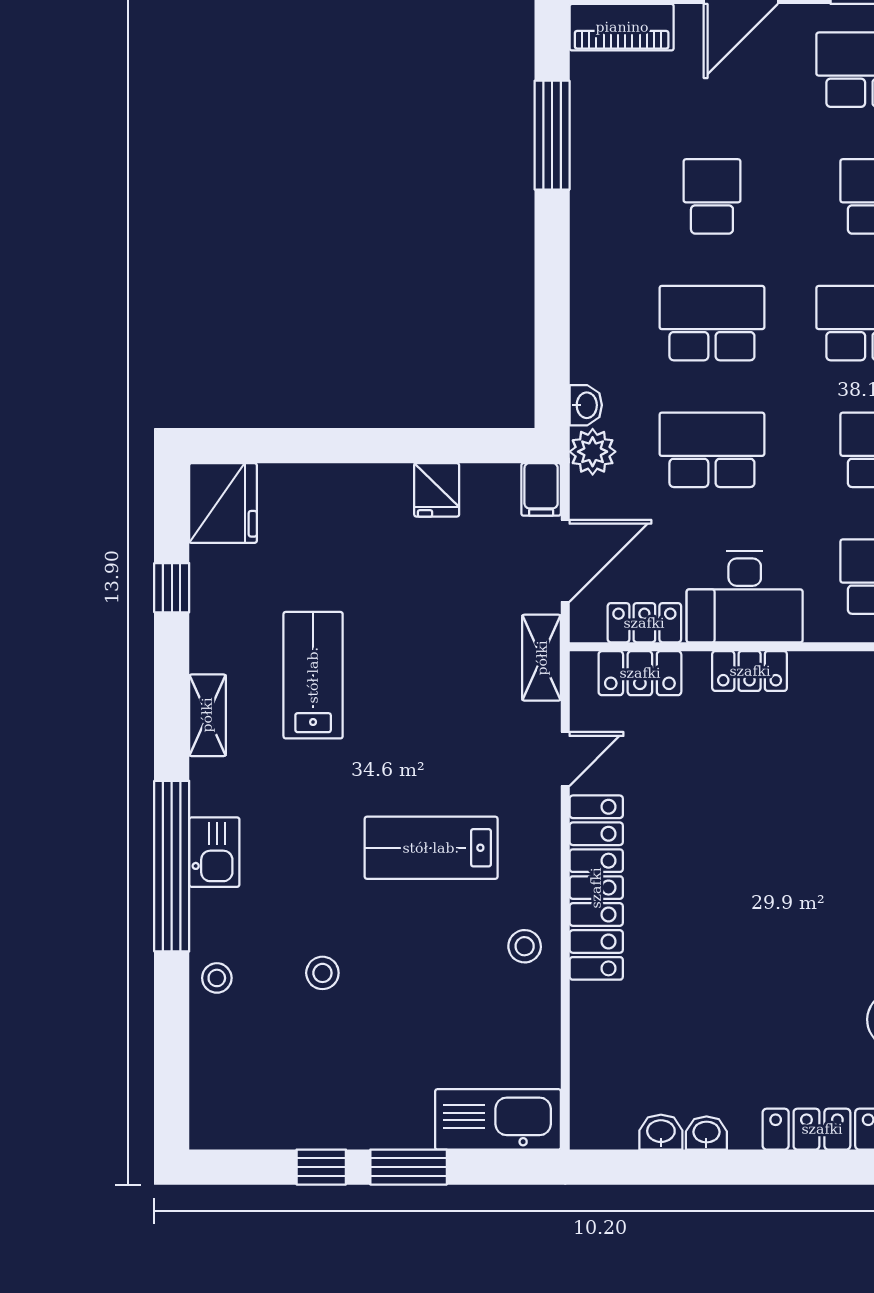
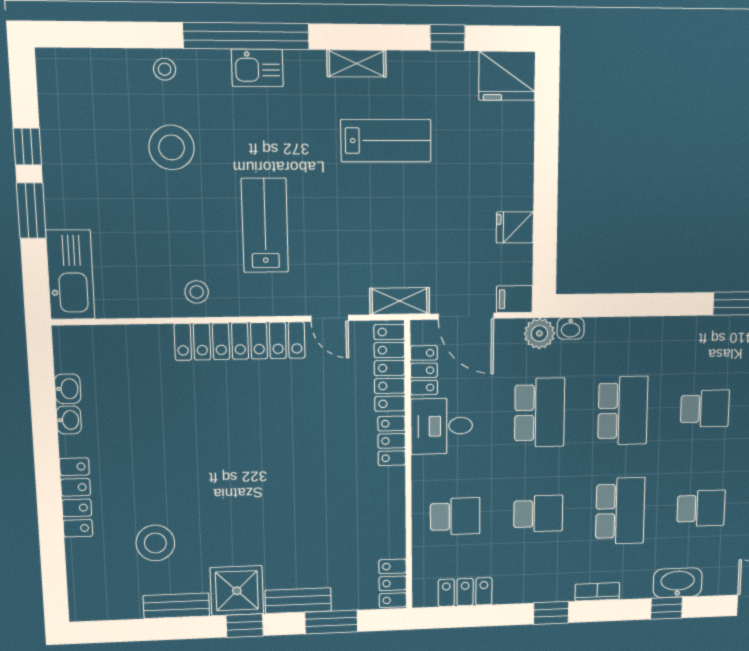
desk: (745, 597) -> (442, 426), width x0.73
locker: (640, 673) -> (390, 368), width x1.53
stool: (322, 973) -> (172, 147), width x1.89, depth x1.89

